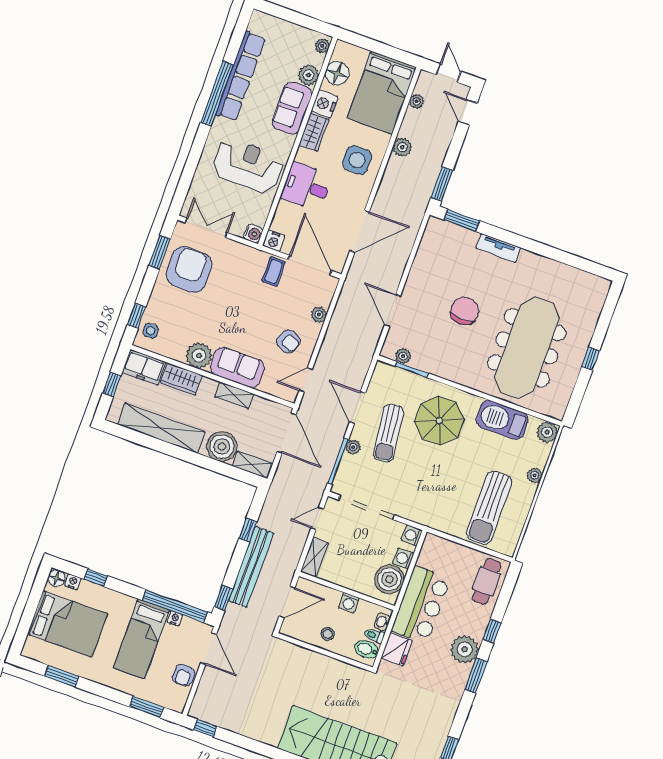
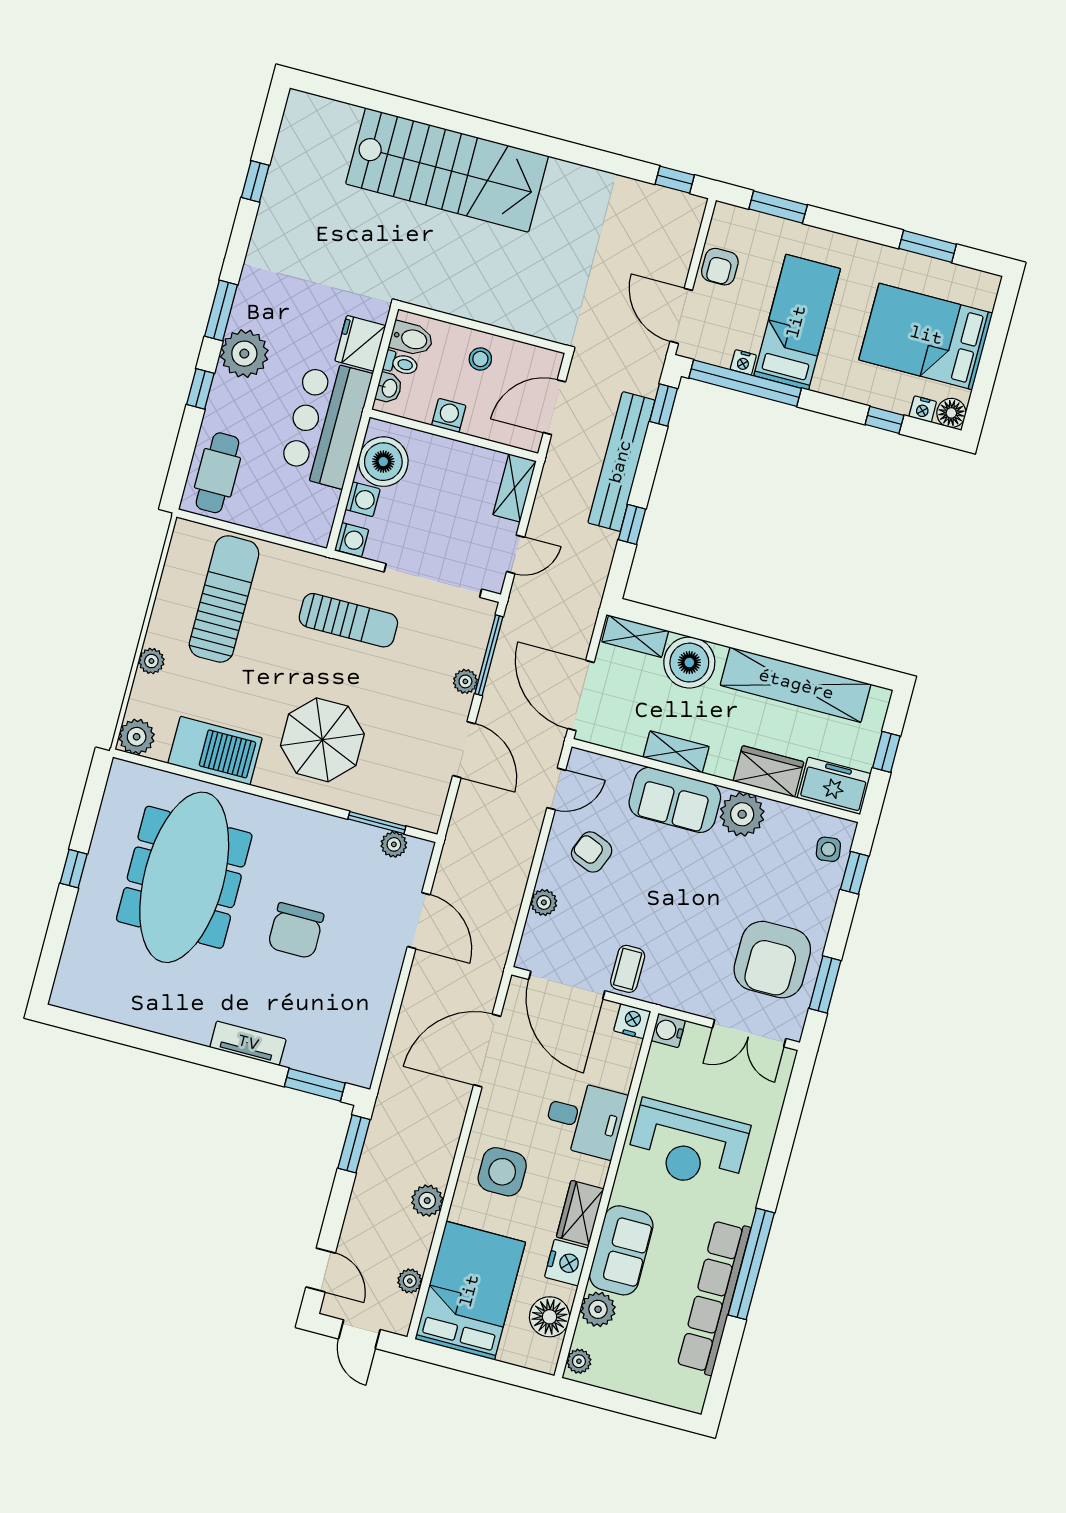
sun lounger: (388, 433) -> (348, 620), moved, turned 97
armchair: (183, 675) -> (720, 267), turned 180

